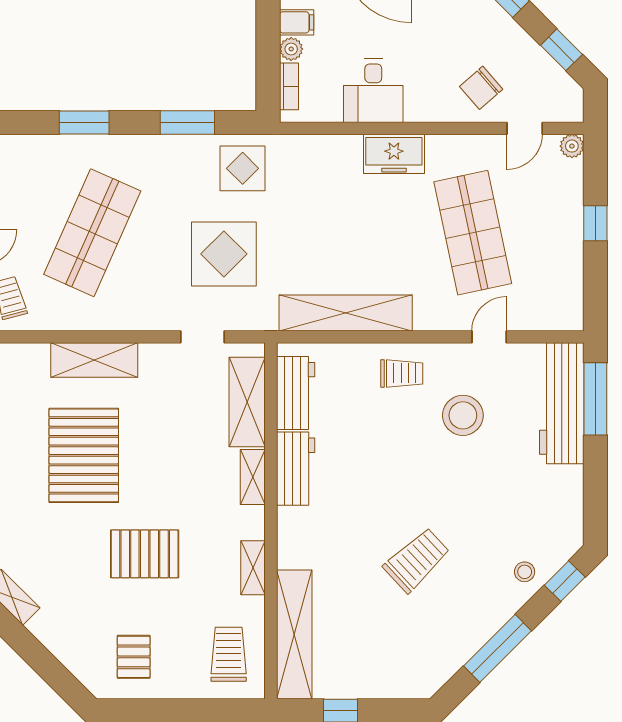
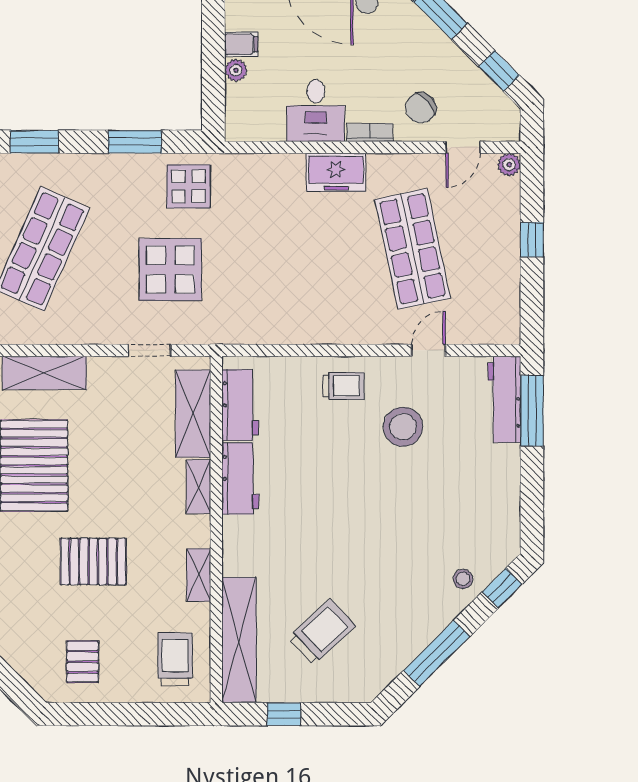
bookcase: (289, 86) -> (370, 133), moved, turned -90
shelving: (346, 313) -> (289, 327), removed
workbench: (562, 403) -> (504, 399), width x0.73, depth x0.76
trolley: (417, 560) -> (322, 632), moved

